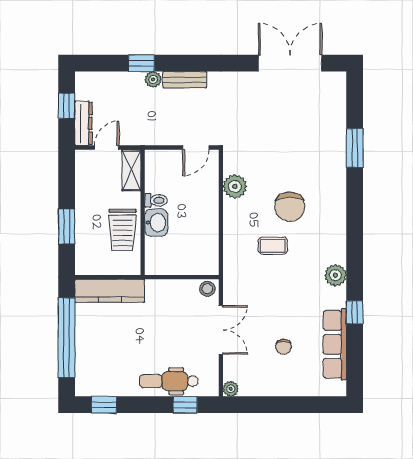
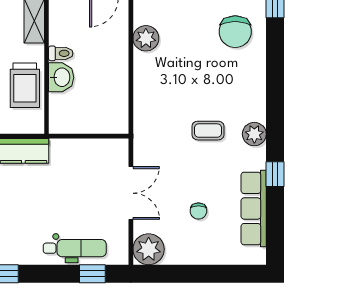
chair: (290, 207) -> (235, 32), moved
coffee table: (273, 246) -> (208, 131), moved
stool: (207, 289) -> (116, 149), removed
dental chair: (169, 381) -> (75, 248), turned 180
plant: (231, 389) -> (149, 249), width x1.88, depth x1.88

